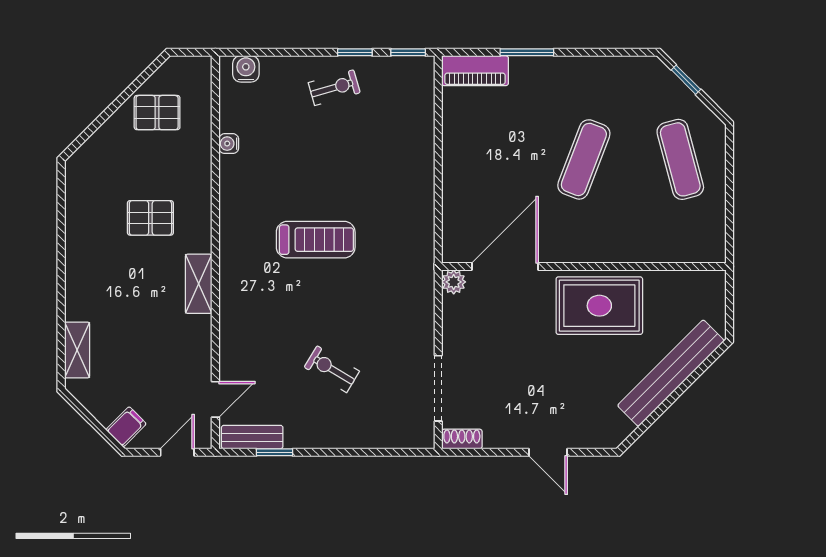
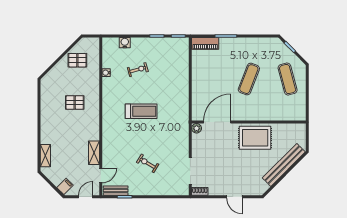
water cooler: (246, 69) -> (125, 43), moved
exercise bike: (334, 88) -> (138, 70), moved
shelving: (199, 284) -> (94, 153), moved

